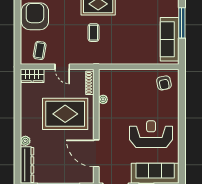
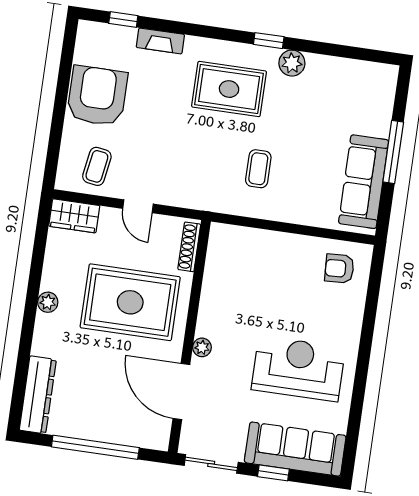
coffee table: (94, 33) -> (258, 169), moved
armchair: (164, 83) -> (339, 269), turned 99
plant: (103, 99) -> (202, 347), moved
plant: (25, 141) -> (48, 302), moved

